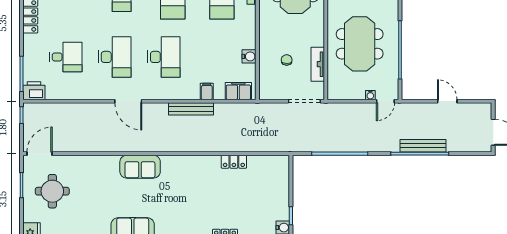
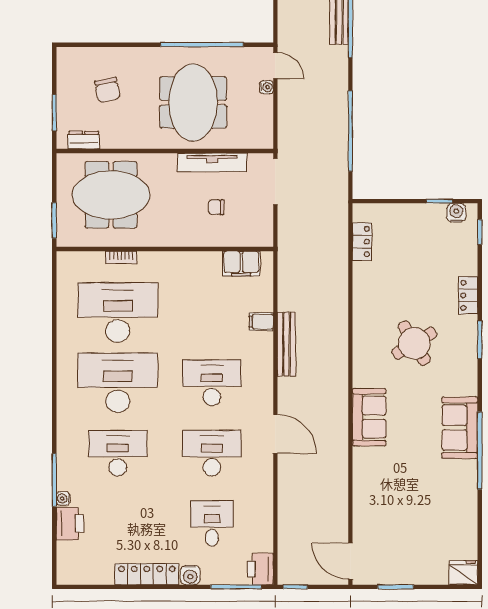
meeting table: (360, 44) -> (193, 103), turned 90
water cooler: (249, 56) -> (190, 575), moved, turned 180
tv unit: (318, 64) -> (212, 162), width x1.41
filing cabinet: (238, 91) -> (241, 264), moved, turned -90
door: (128, 101) -> (275, 434), hinge flipped
locker: (234, 162) -> (362, 242), moved
round table: (52, 191) -> (414, 343), moved, turned -31

